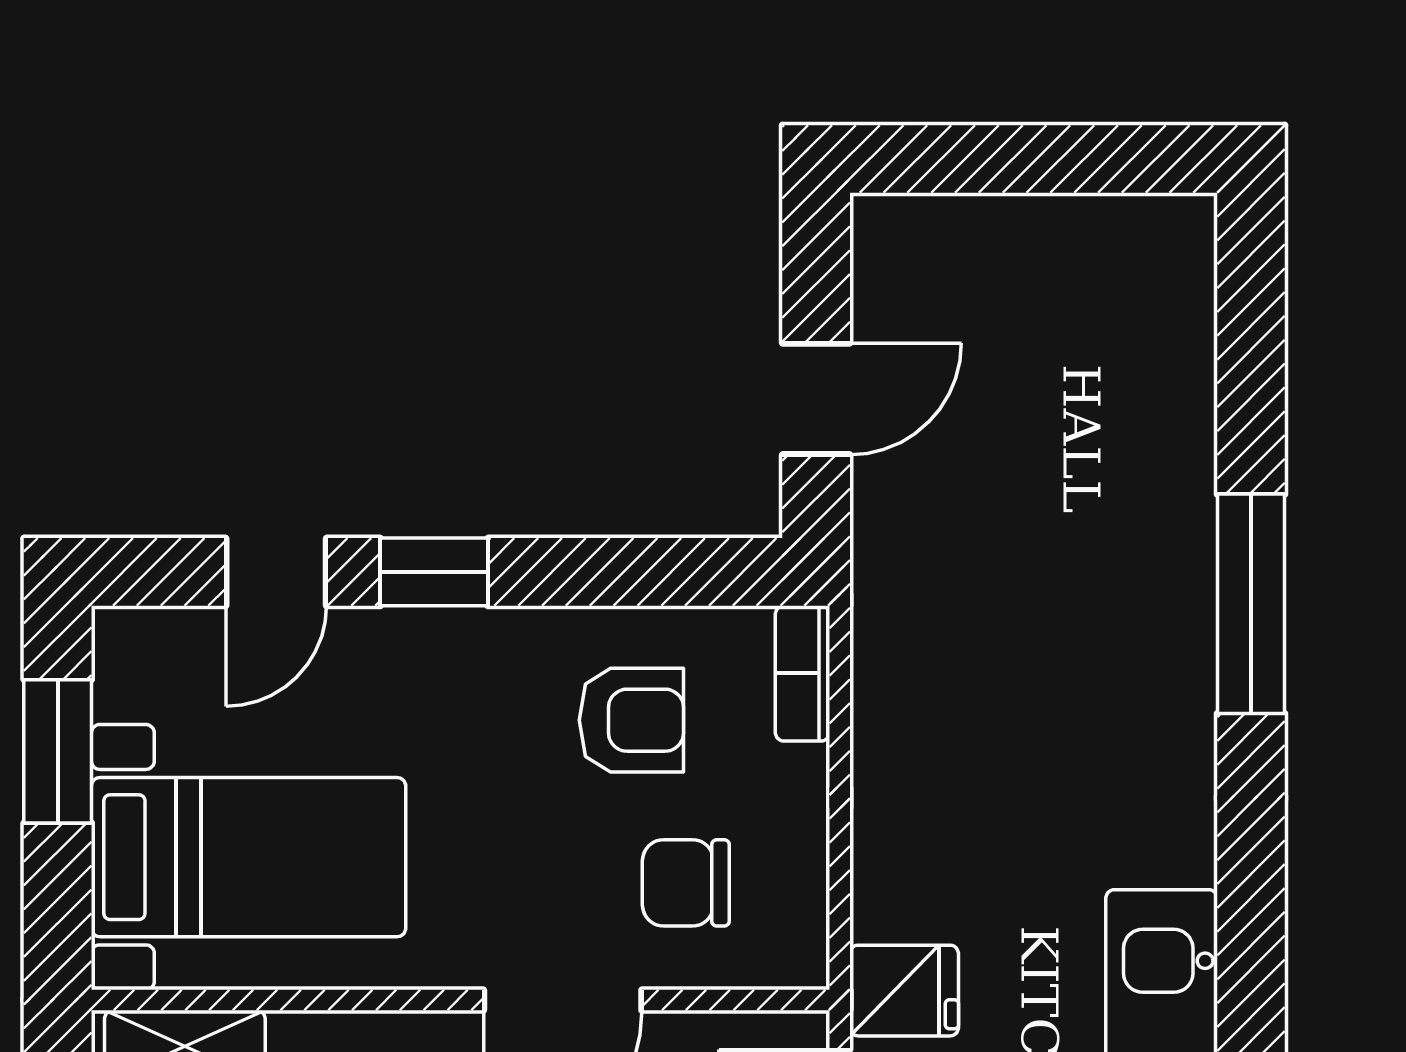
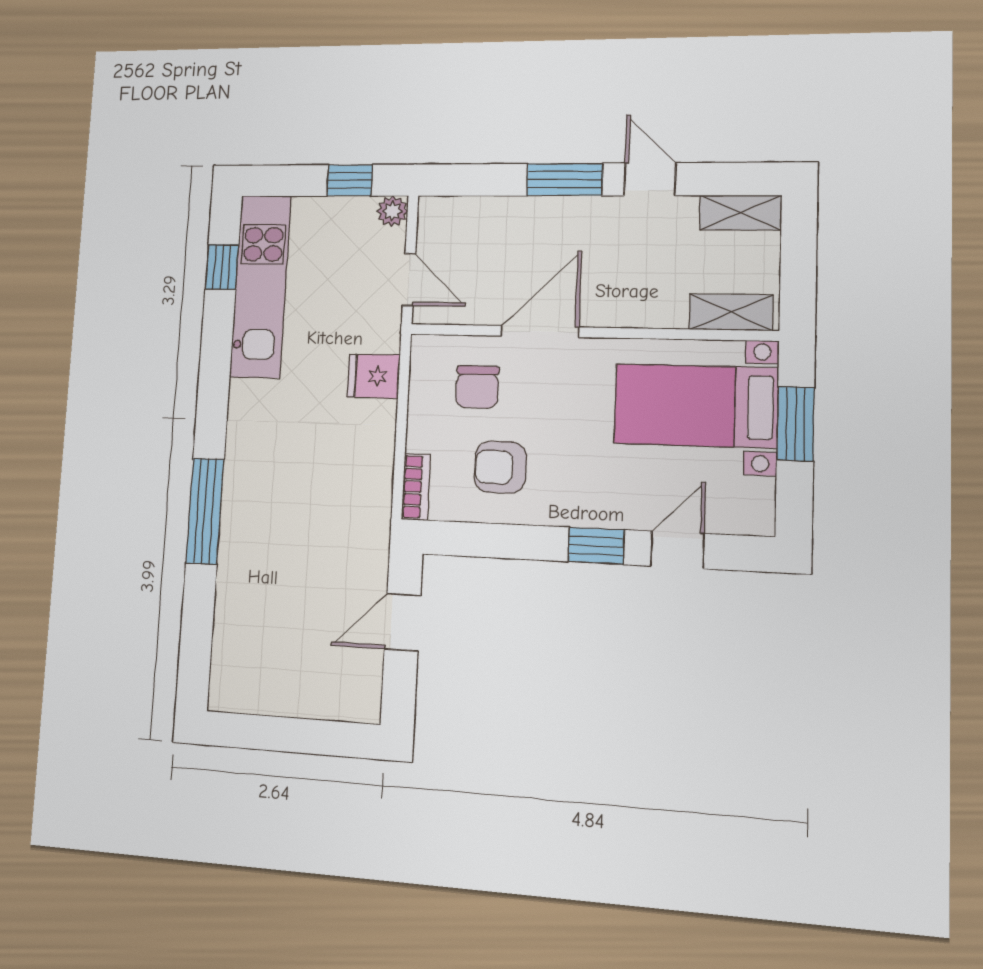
window: (58, 751) -> (796, 424), moved
chair: (686, 883) -> (477, 387), turned 90
fridge: (904, 991) -> (374, 376), moved

